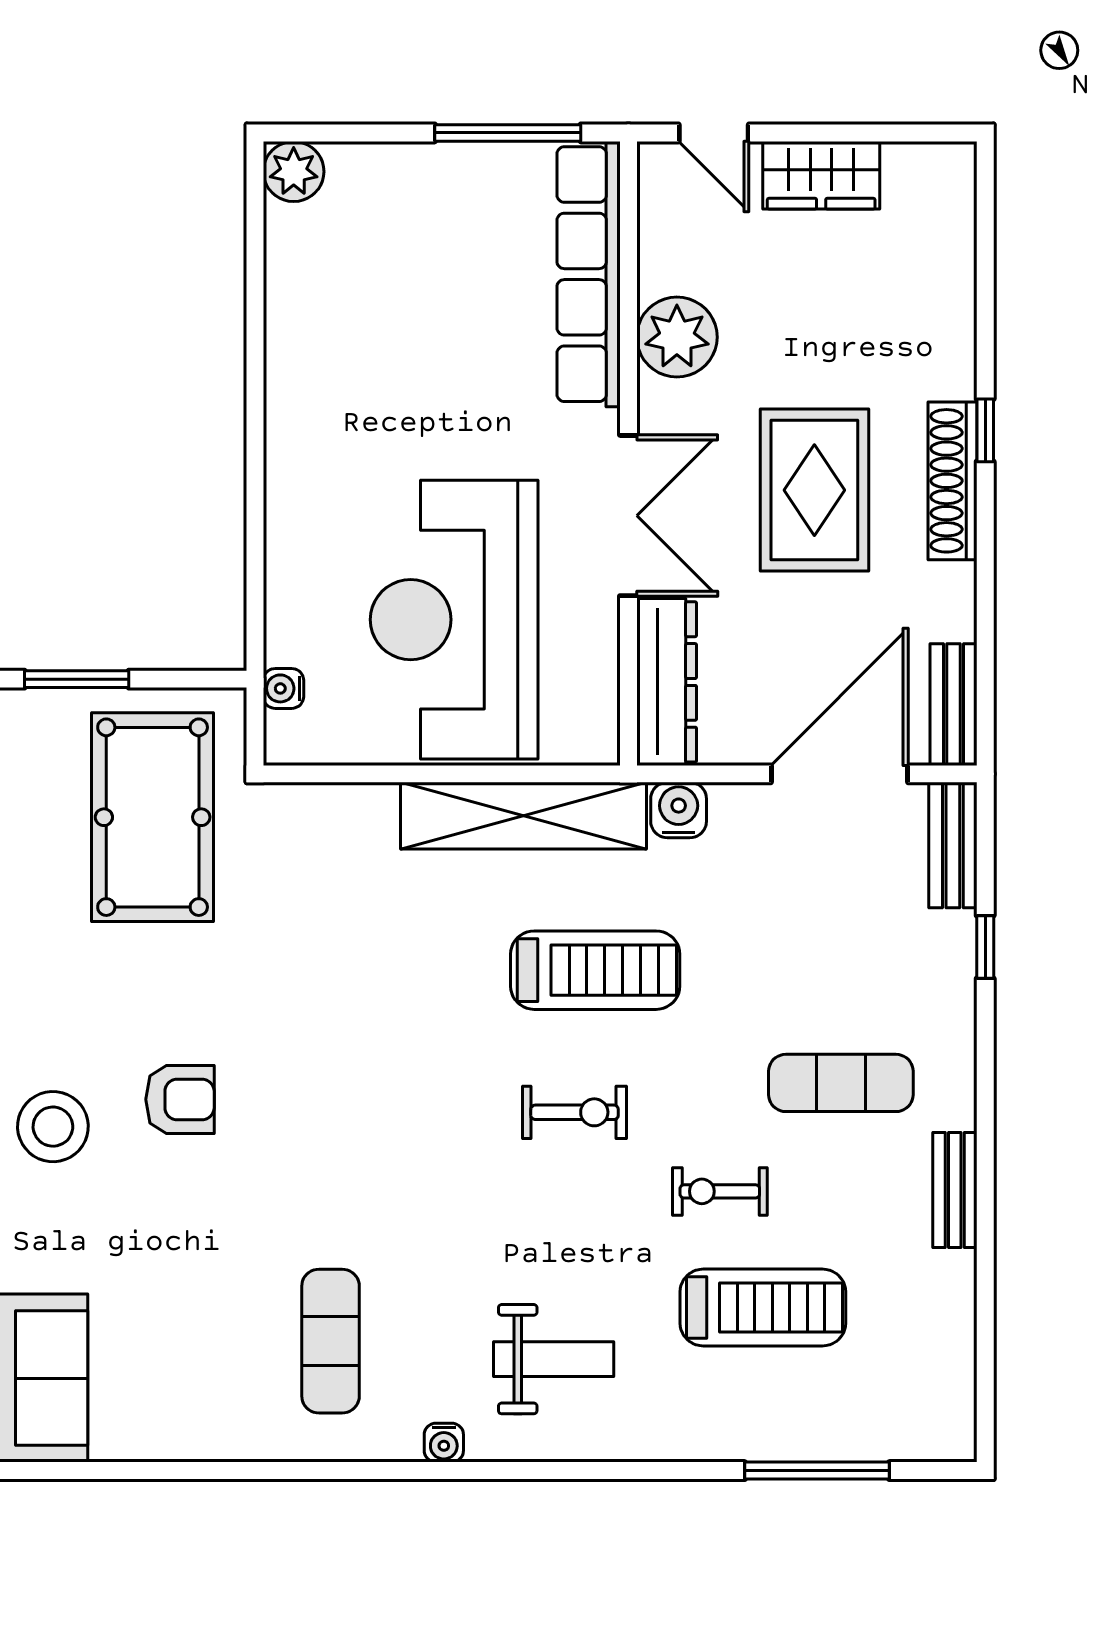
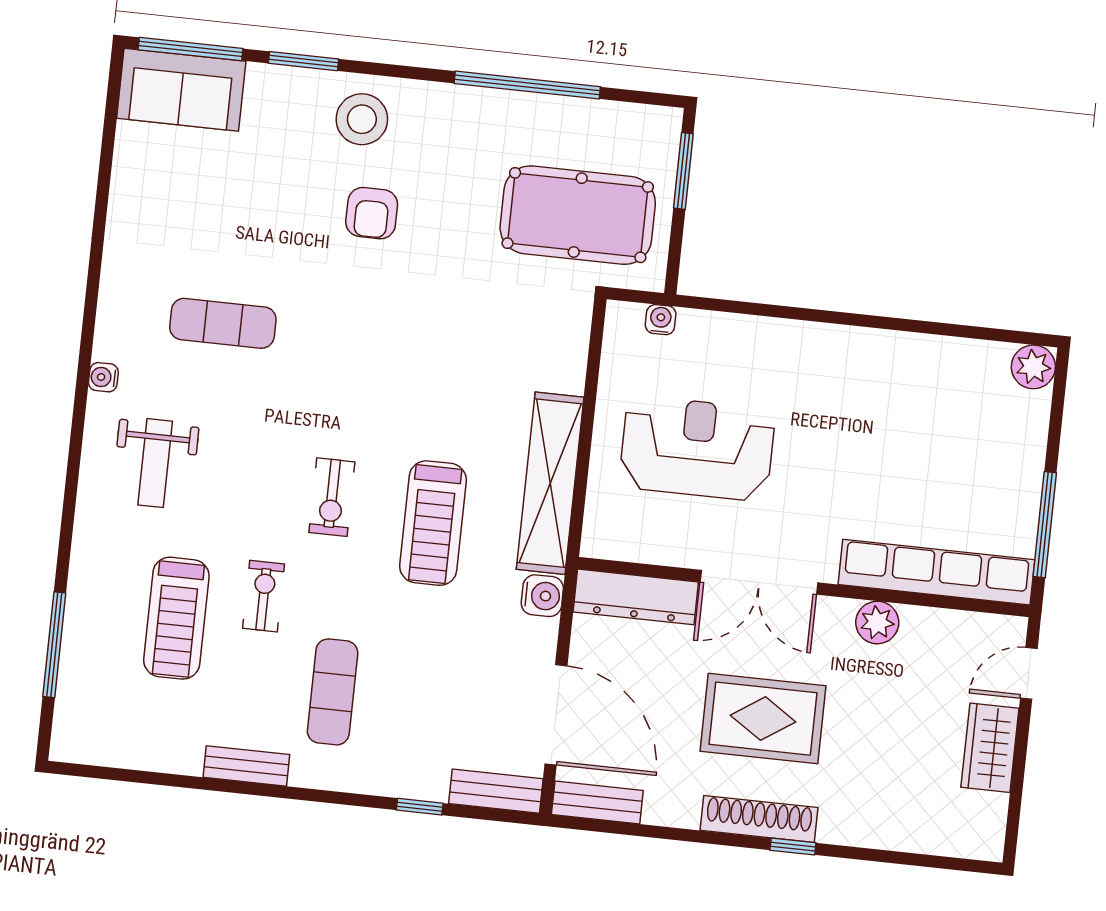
plant: (677, 337) -> (877, 622), width x0.73, depth x0.73
reception desk: (454, 620) -> (697, 448), width x0.74, depth x0.77
exercise mat: (331, 1341) -> (223, 323), moved

